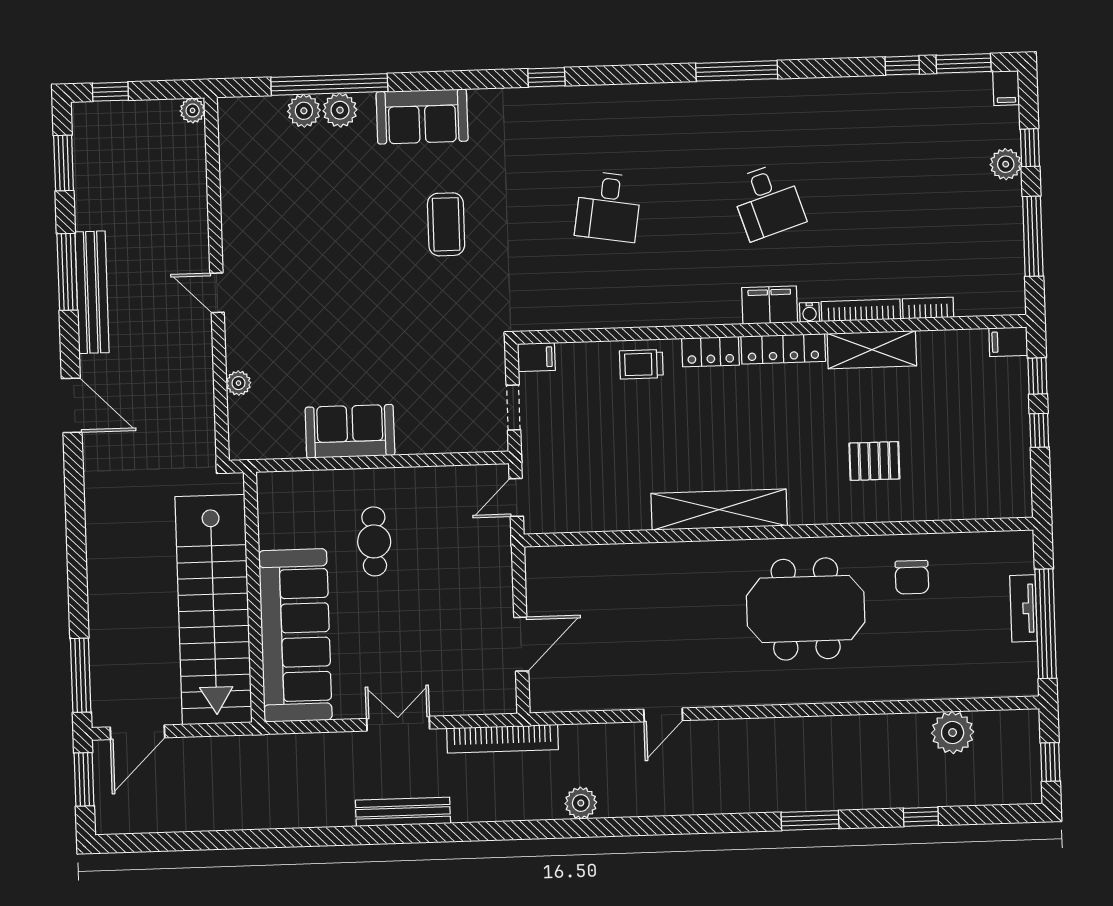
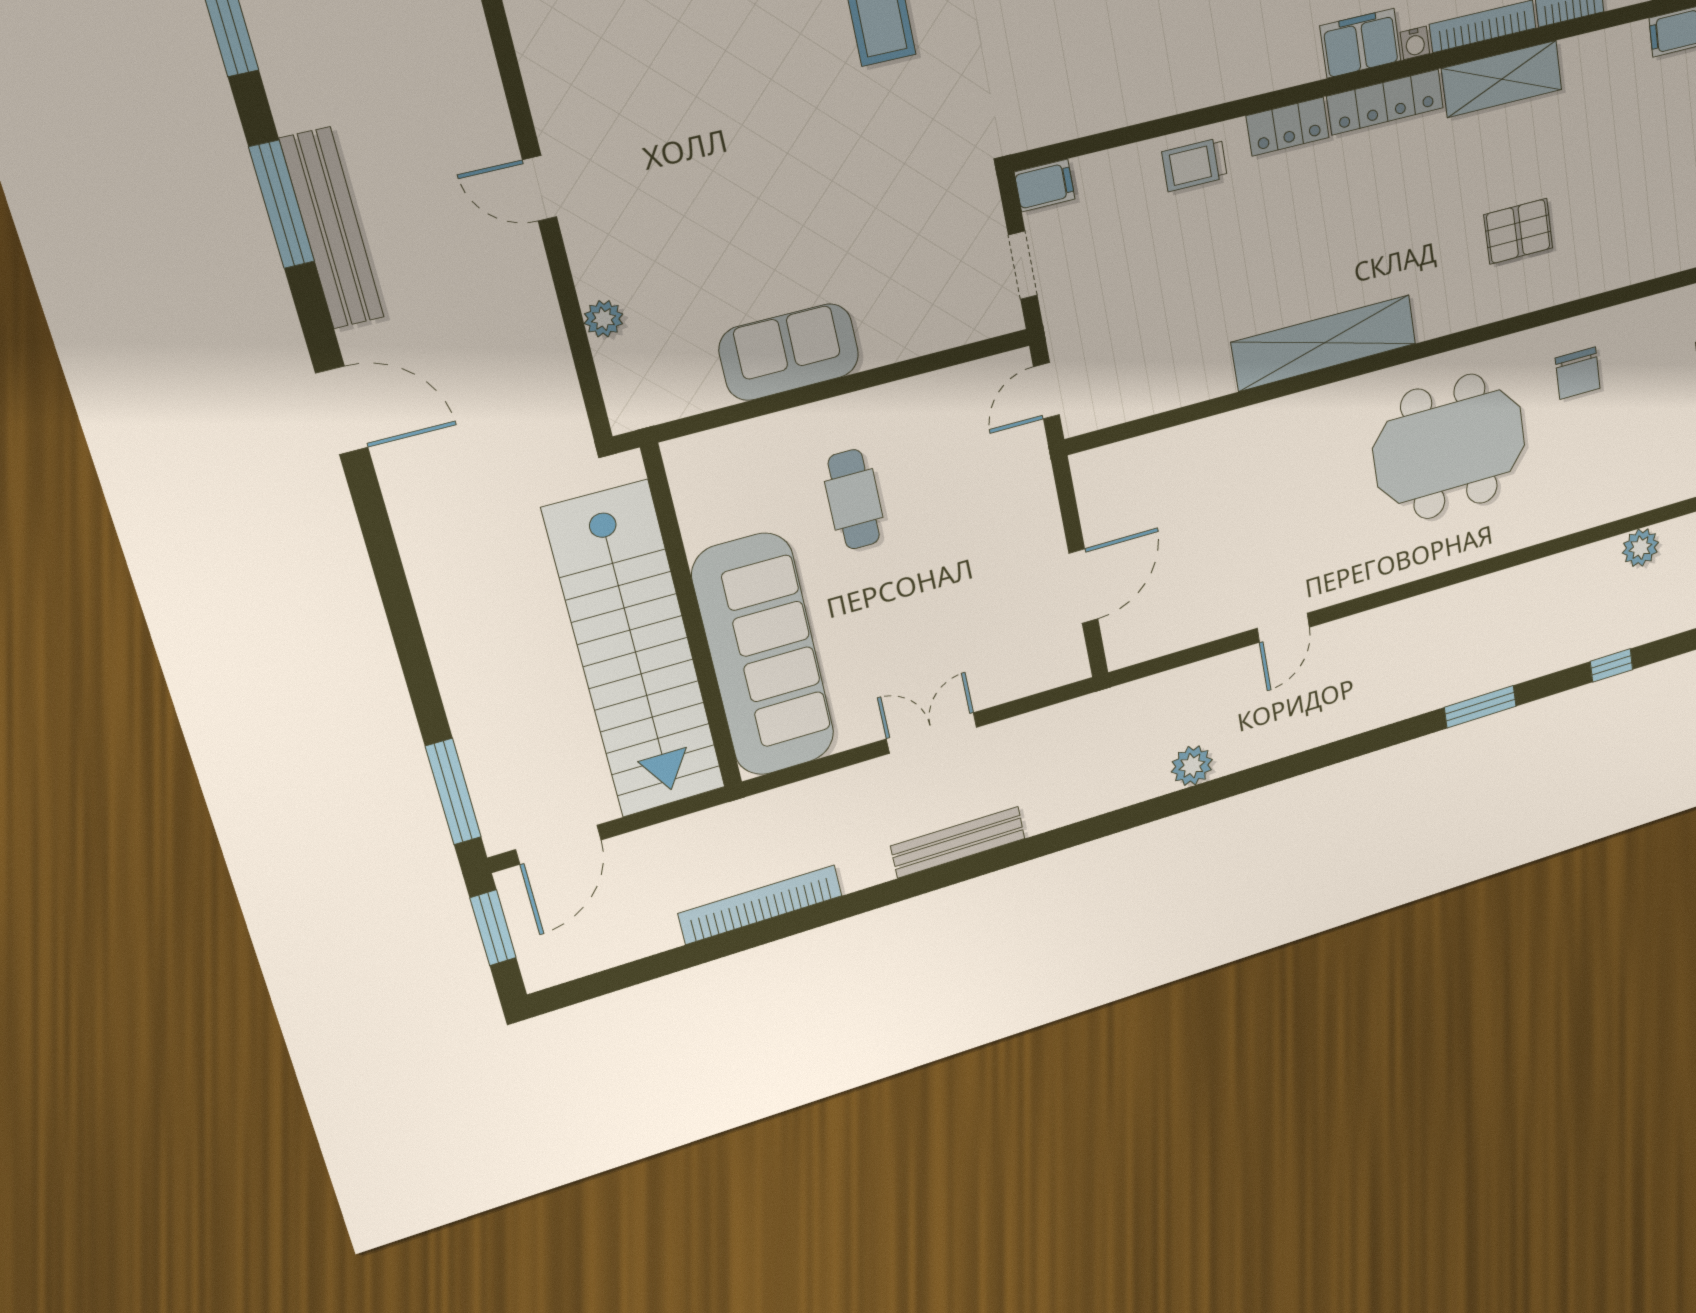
plant: (953, 733) -> (1640, 548), width x0.73, depth x0.73
bookcase: (502, 739) -> (760, 905), moved, turned 180

